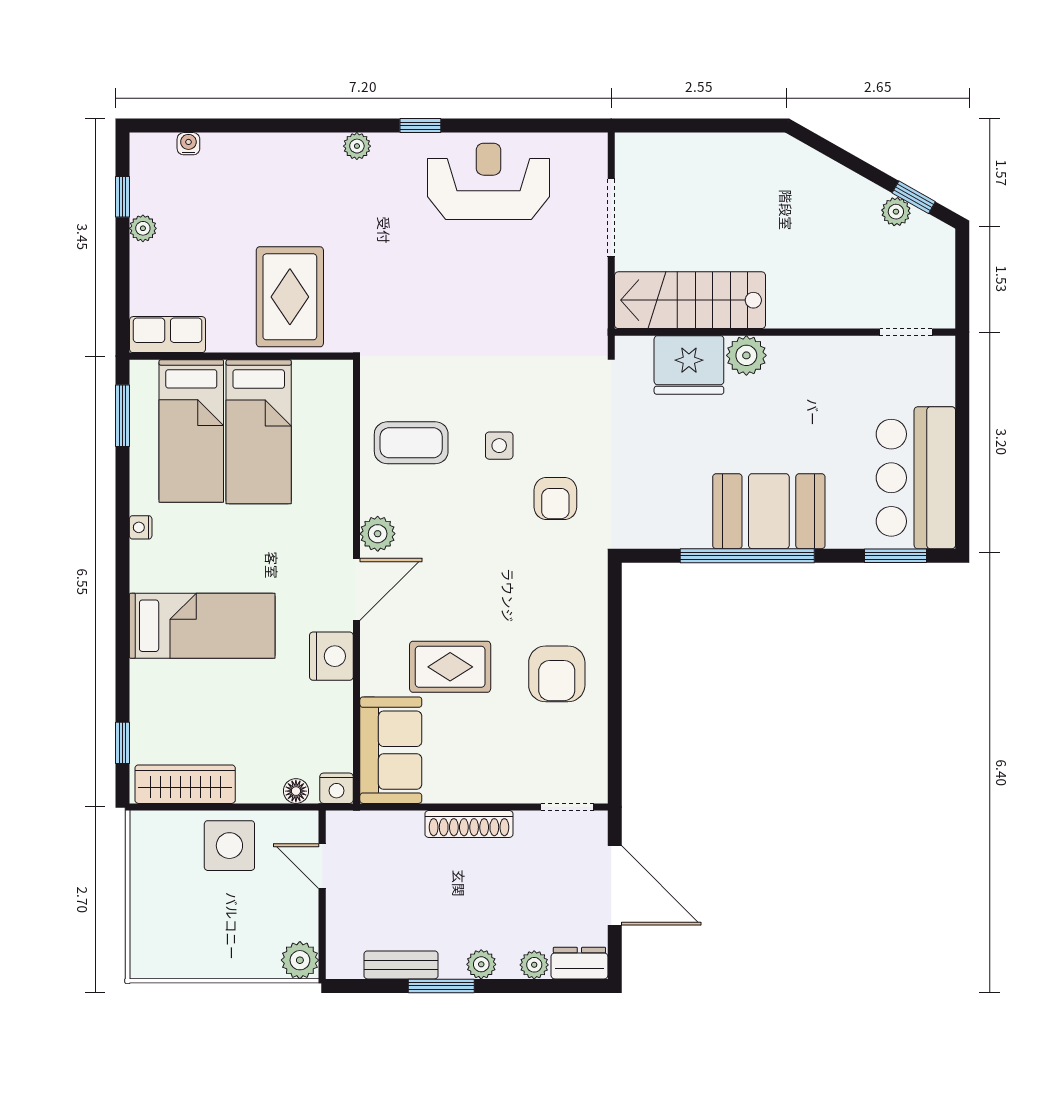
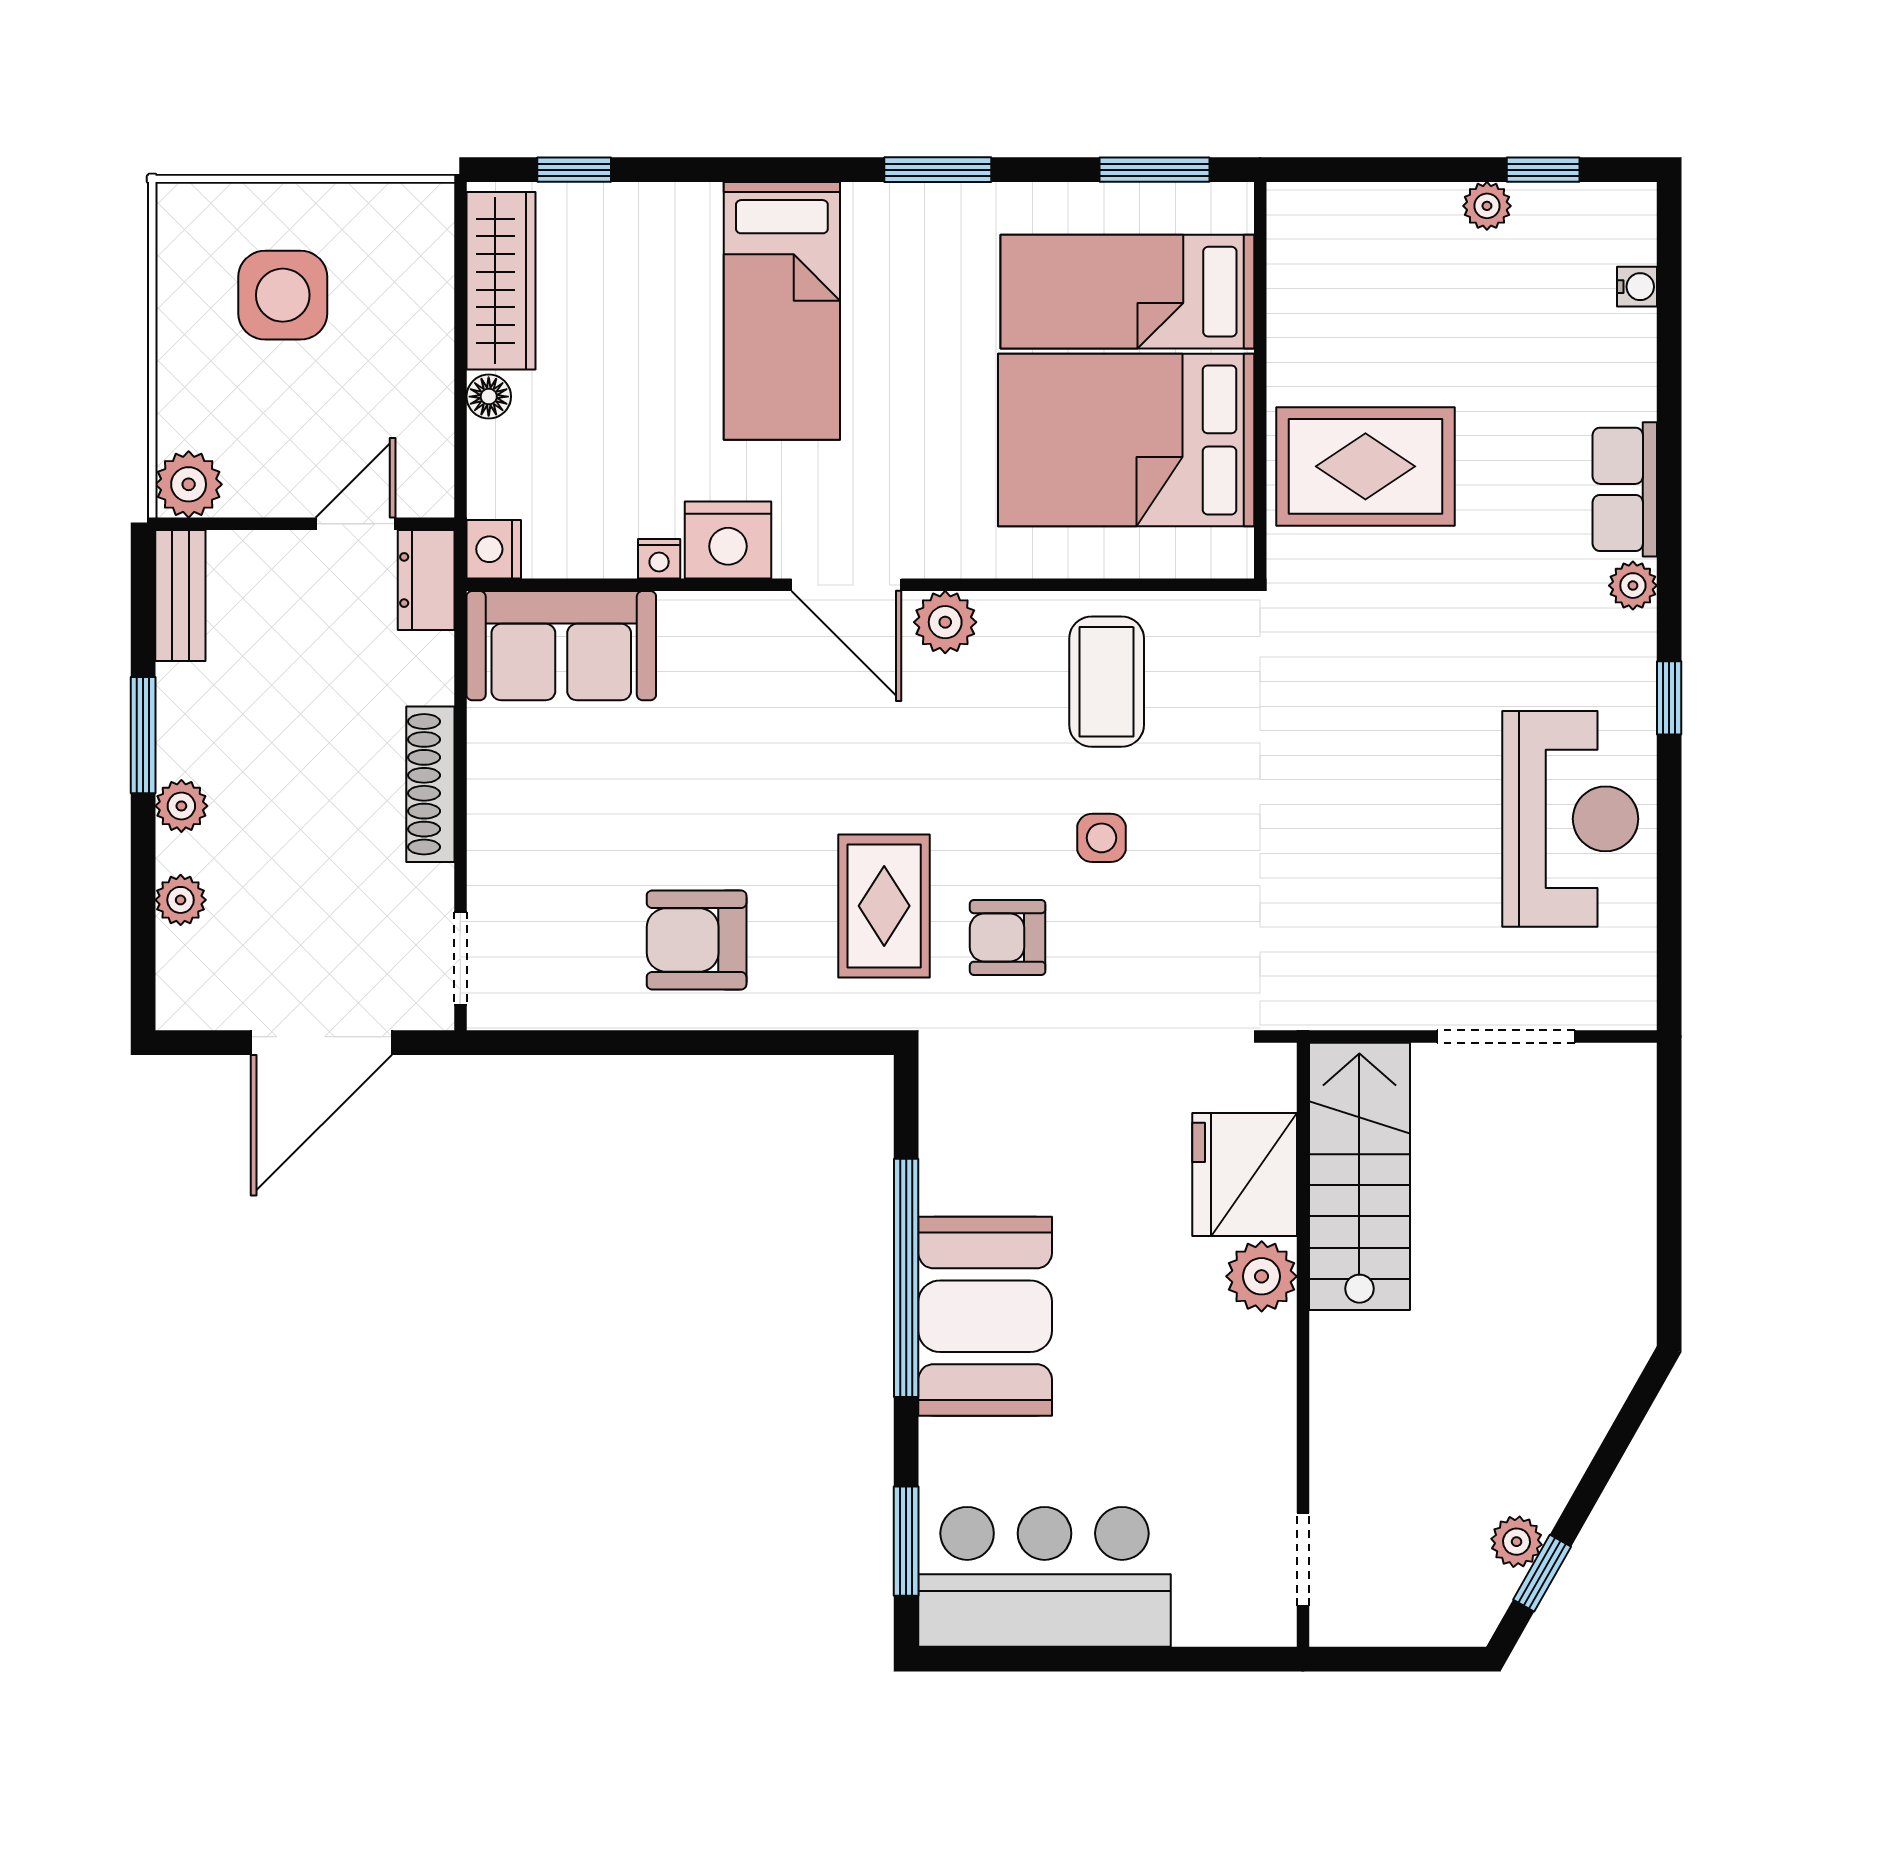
row of seats: (168, 335) -> (1625, 489), moved, turned 180
bed: (259, 432) -> (1126, 440), width x1.50
nightstand: (141, 527) -> (659, 559), moved, turned 180
window: (123, 538) -> (938, 170), added
rug: (450, 667) -> (884, 906), moved
floor lamp: (296, 791) -> (489, 397), moved
side table: (229, 846) -> (283, 295), moved
dresser: (579, 963) -> (426, 580), moved, turned 180
bench: (401, 965) -> (180, 595), moved

